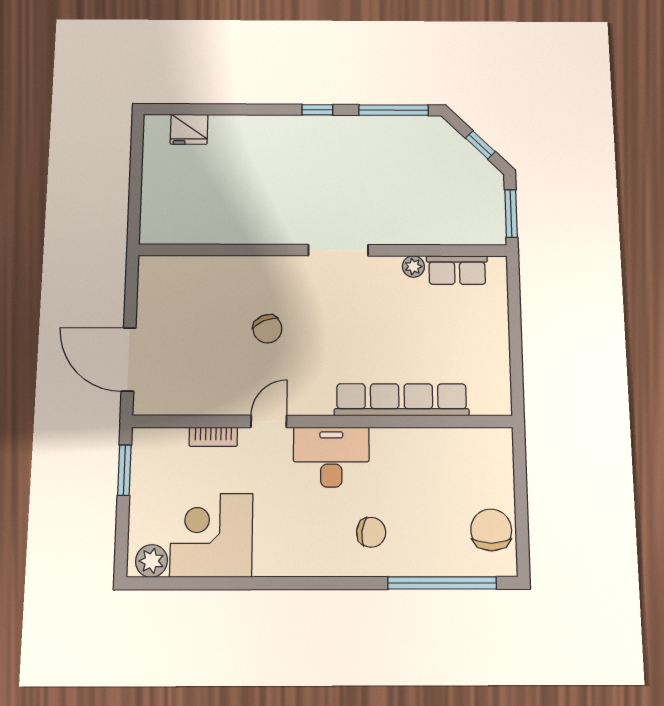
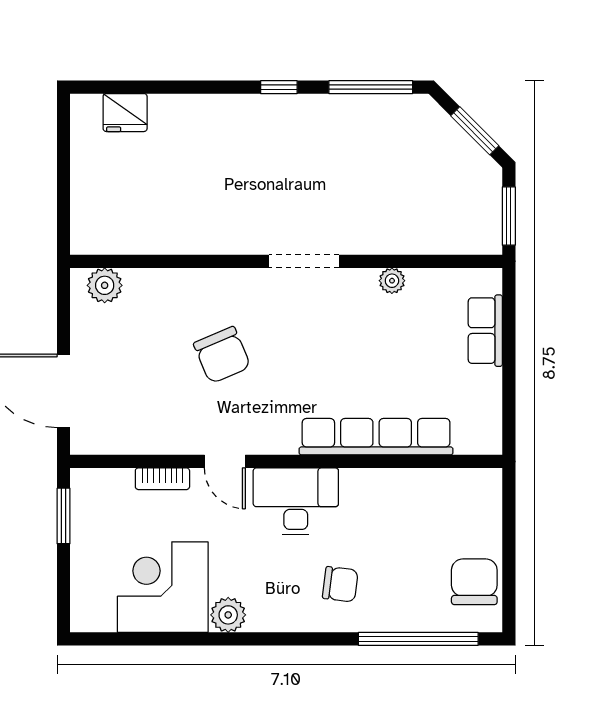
window: (480, 145) -> (475, 131), width x1.50
plant: (167, 270) -> (105, 285), added
row of seats: (457, 270) -> (485, 331), moved, turned 90
chair: (267, 329) -> (222, 355), width x1.37, depth x1.37
door: (269, 421) -> (225, 461), swing flipped
plant: (151, 561) -> (228, 615), moved

